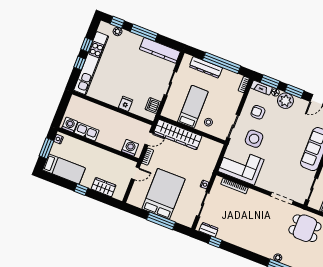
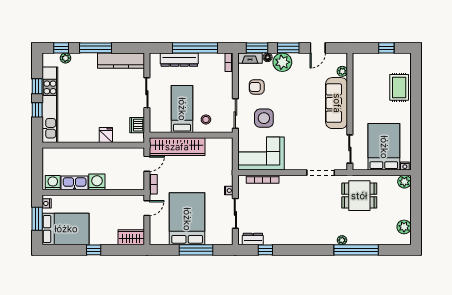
washing machine: (130, 148) -> (97, 182), moved
bed: (64, 169) -> (66, 229), width x1.50
wardrobe: (104, 187) -> (131, 237), moved

